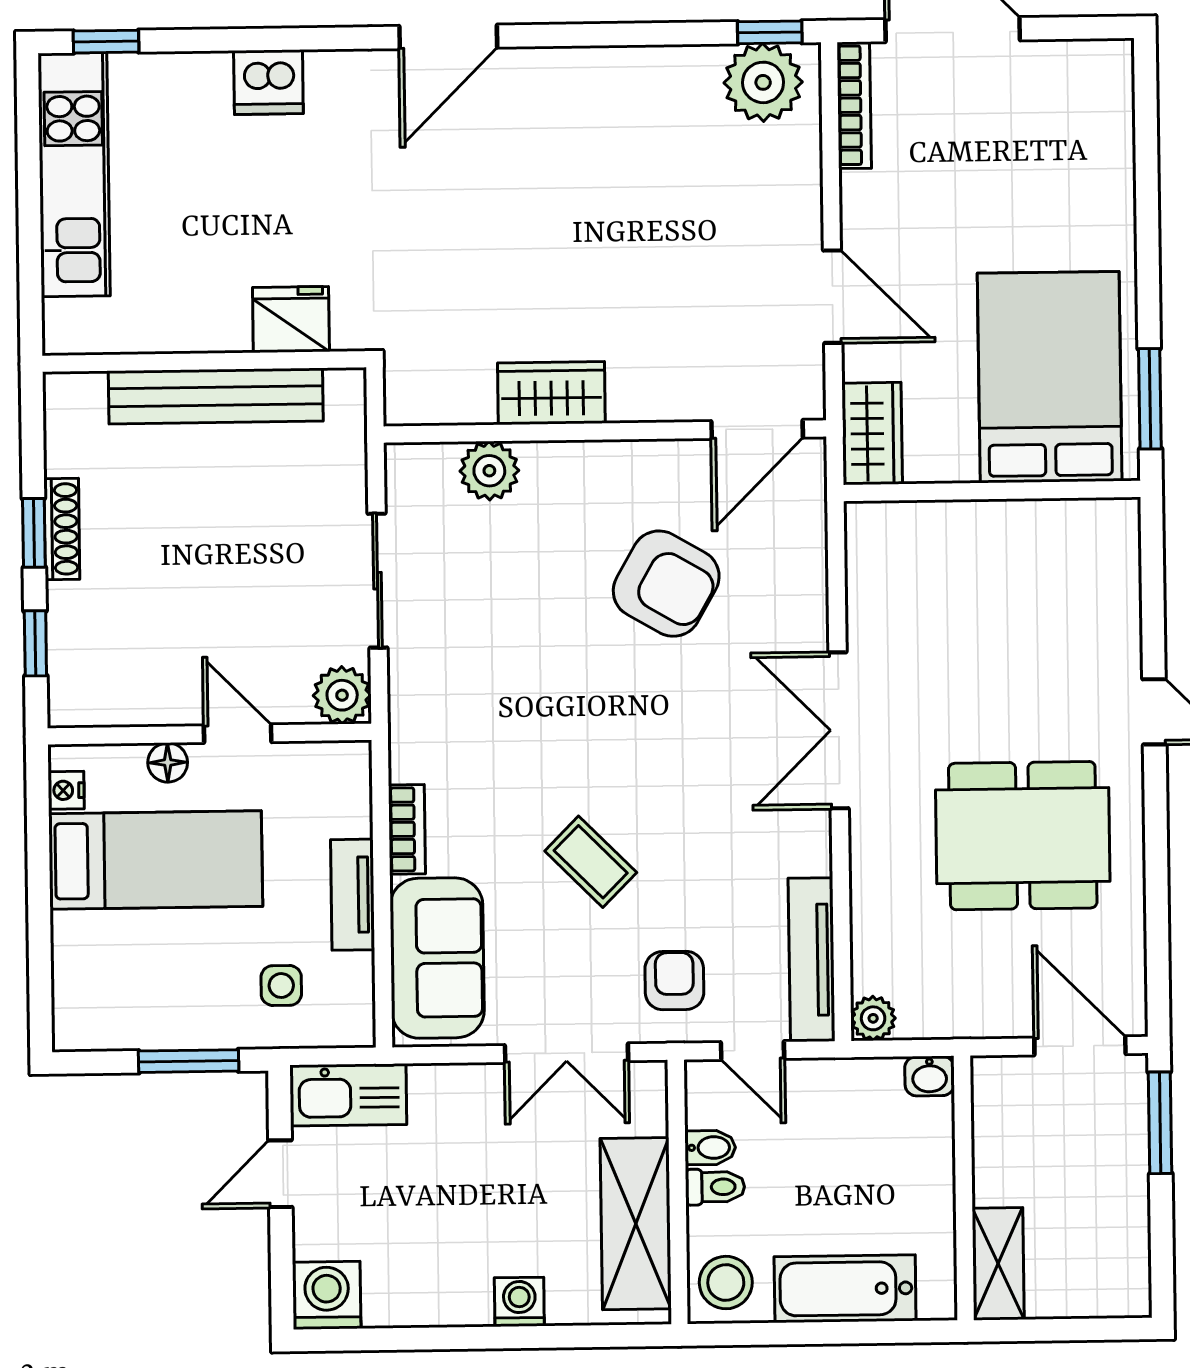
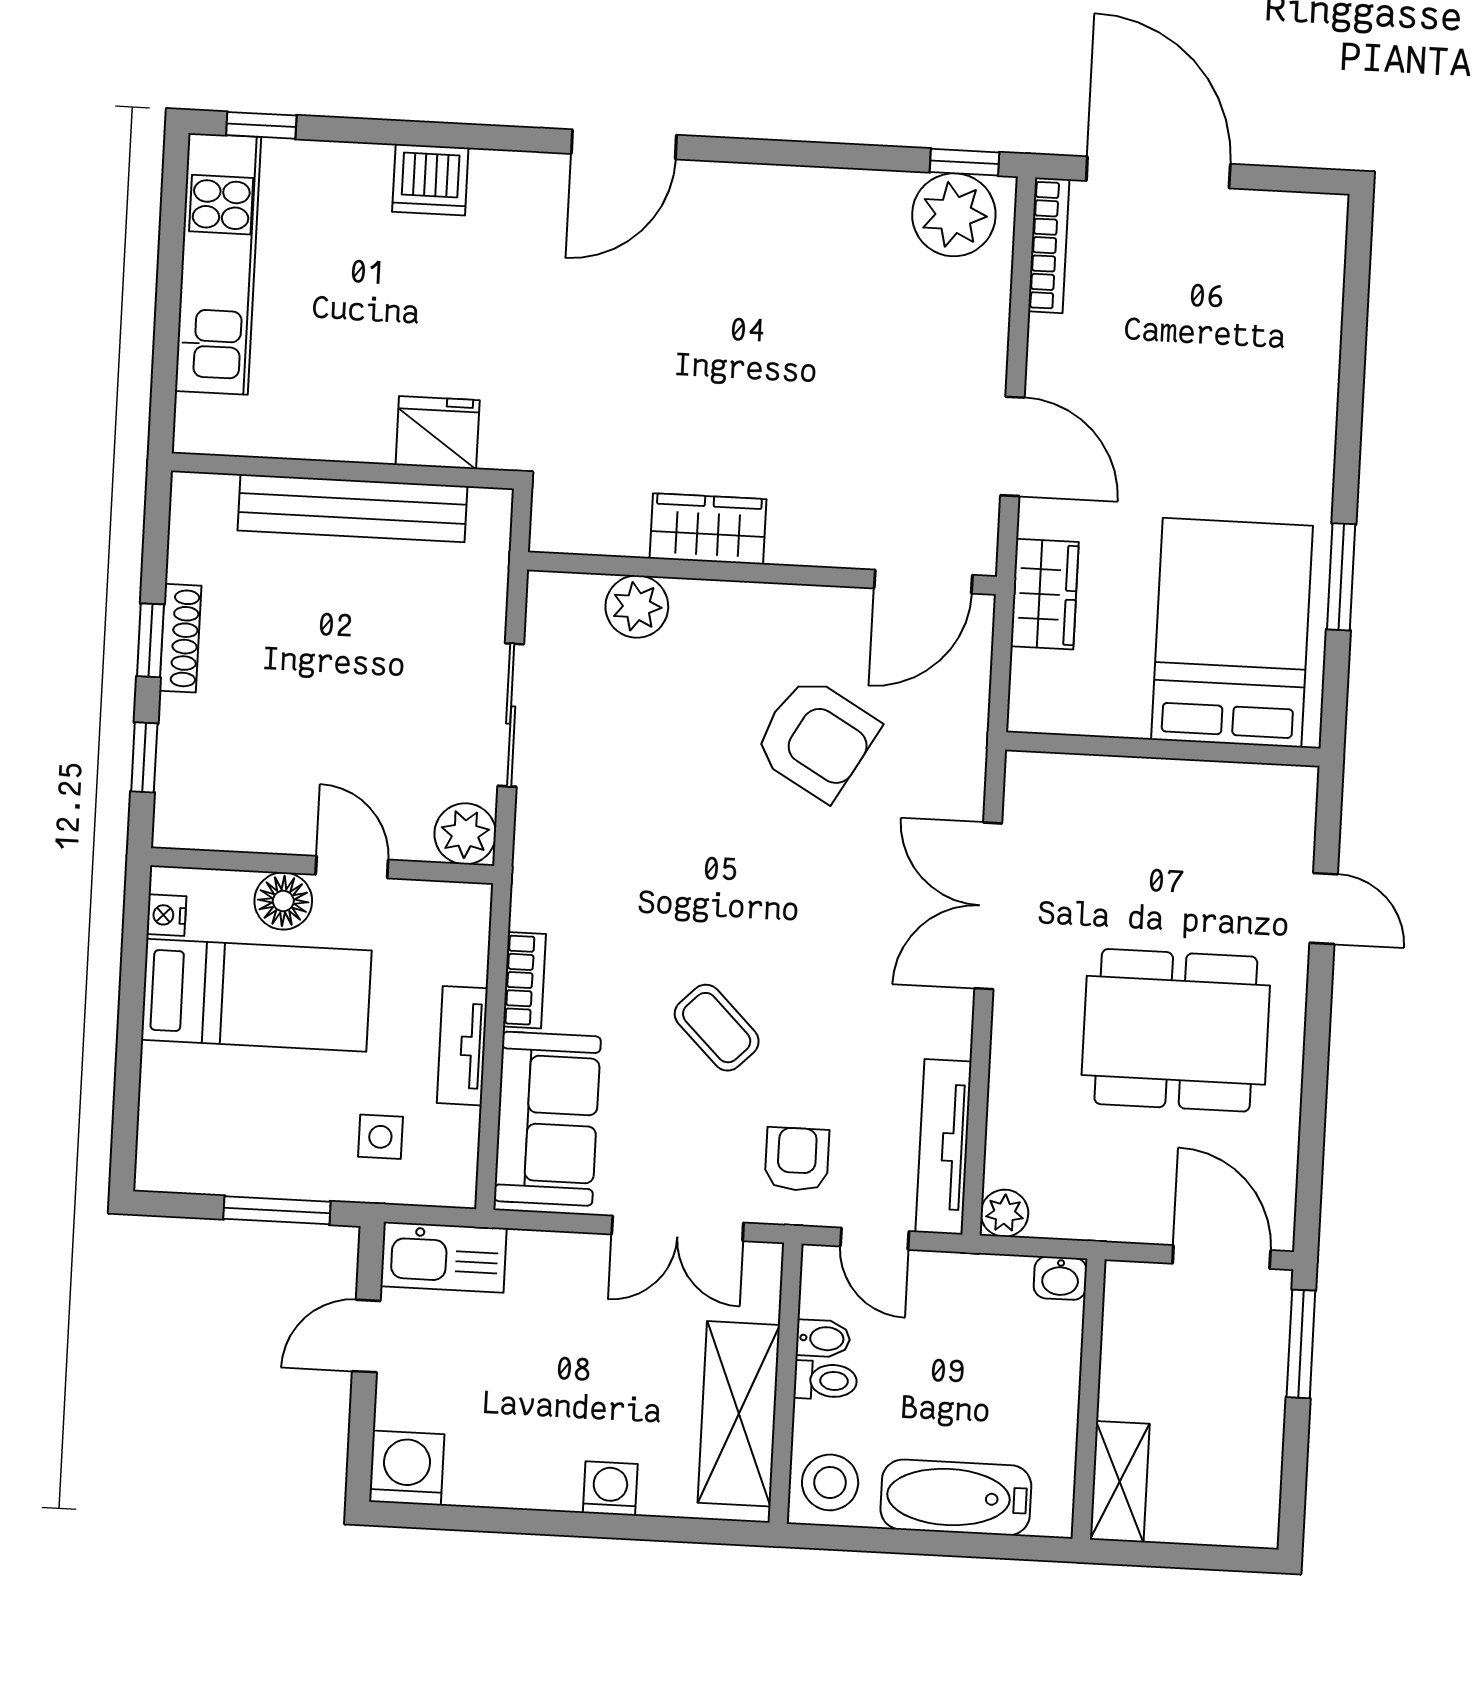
bed: (1050, 377) -> (1232, 633), moved
wall: (992, 491) -> (1163, 749), moved
floor lamp: (168, 763) -> (283, 901), width x1.37, depth x1.37

